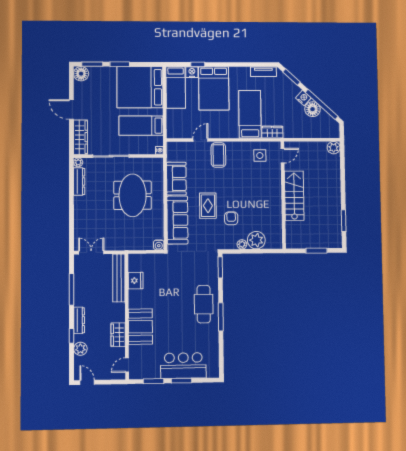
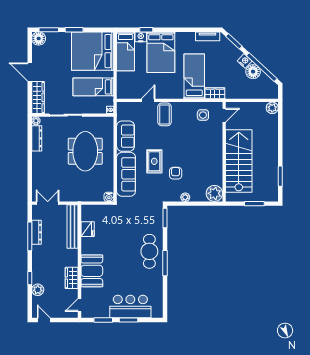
stairs: (294, 196) -> (239, 161), width x1.36, depth x1.51
plant: (256, 240) -> (214, 193), moved
dresser: (79, 320) -> (37, 232), moved

